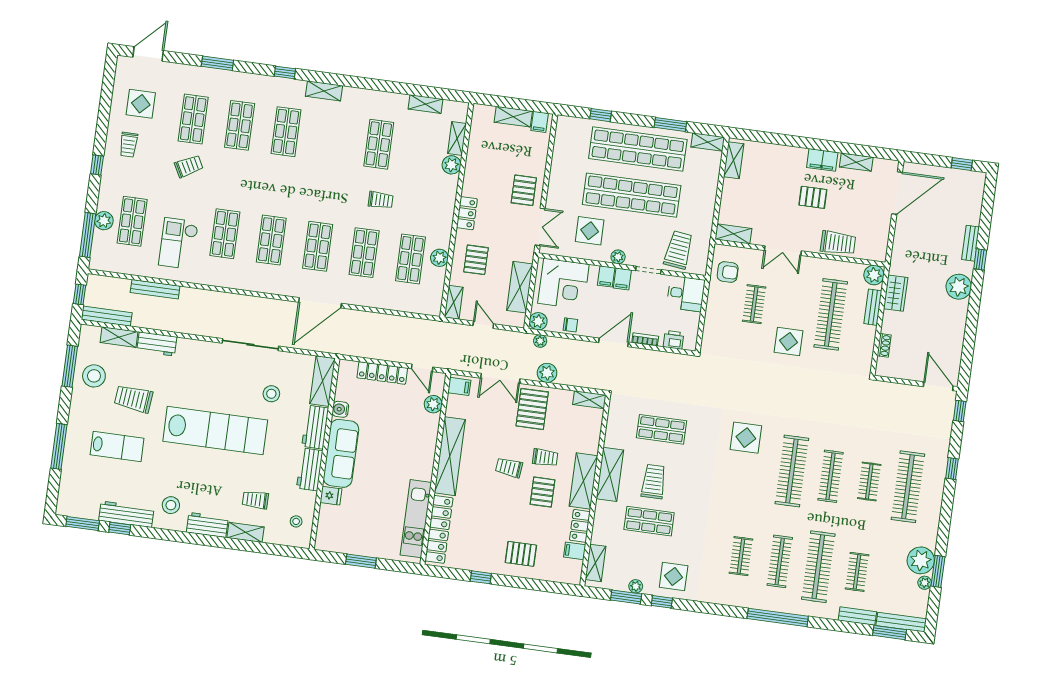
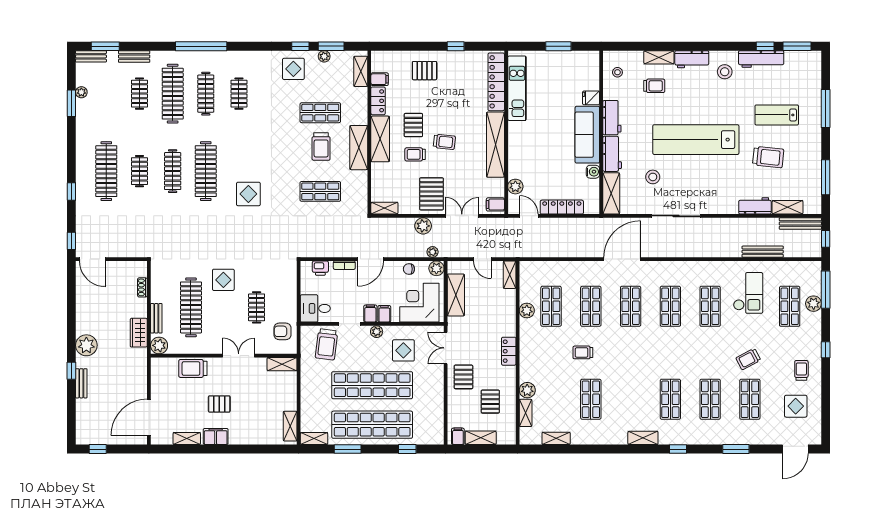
pallet: (476, 260) -> (490, 402), moved
stool: (94, 376) -> (804, 172), removed
plant: (921, 560) -> (87, 111), removed
bench: (901, 622) -> (91, 56), width x0.73

